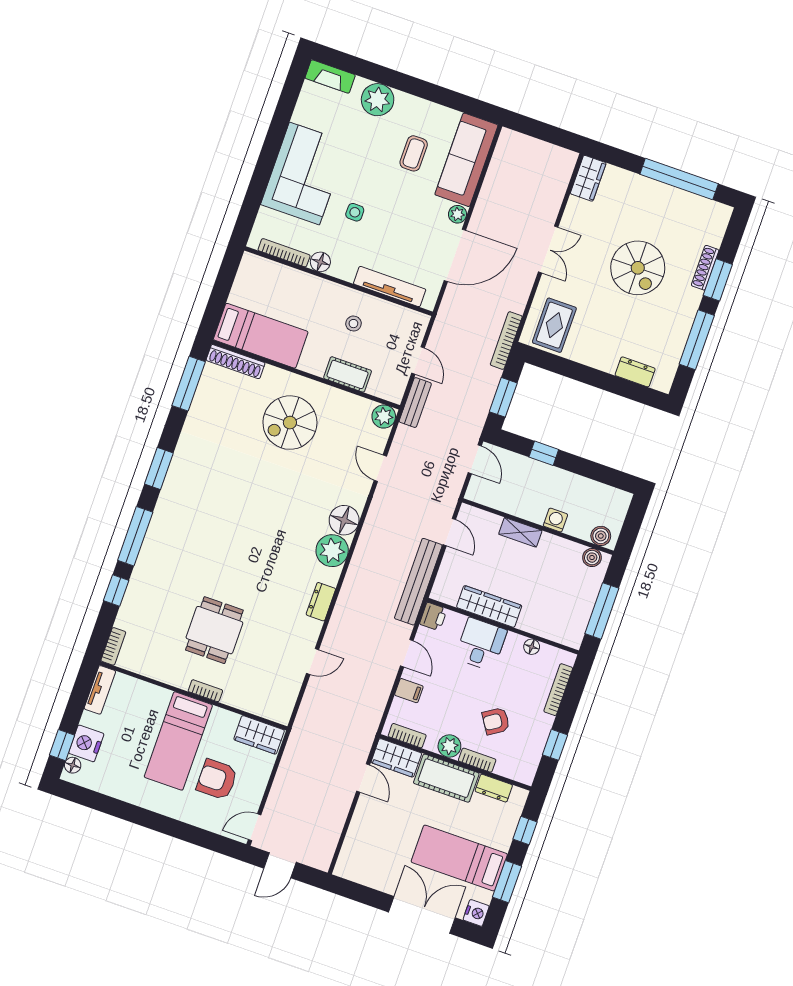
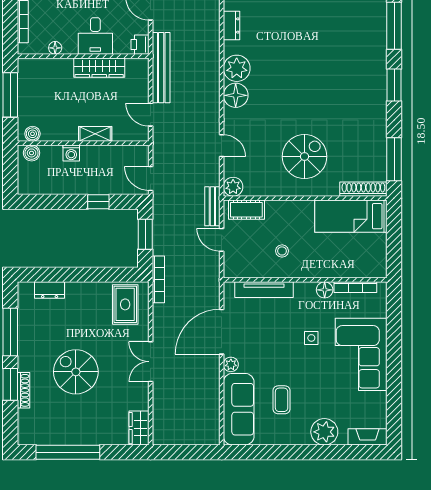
cot: (348, 374) -> (246, 210), moved

